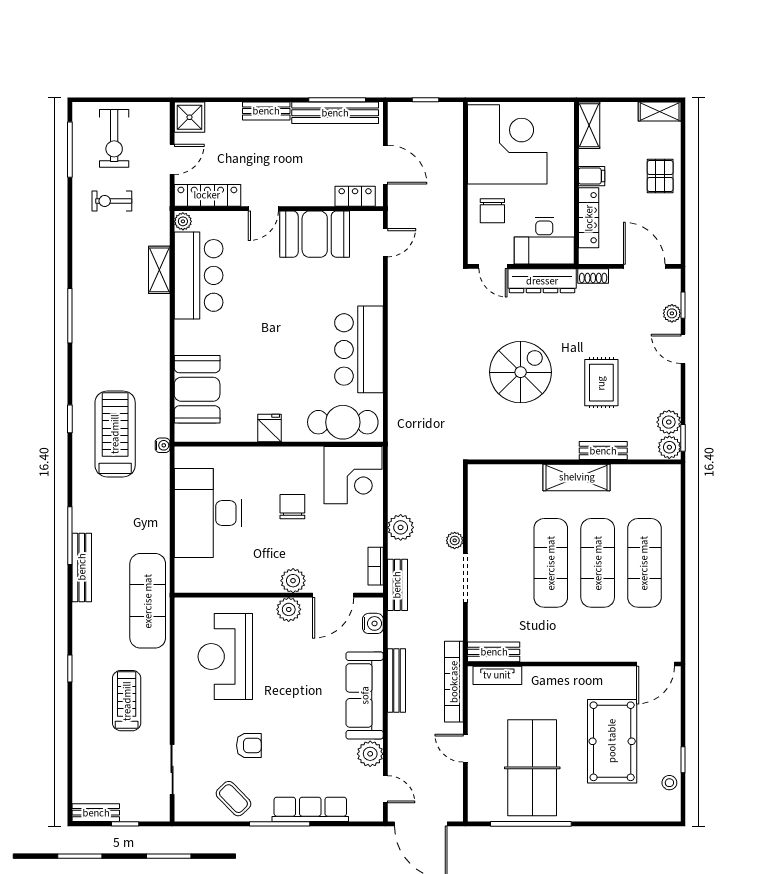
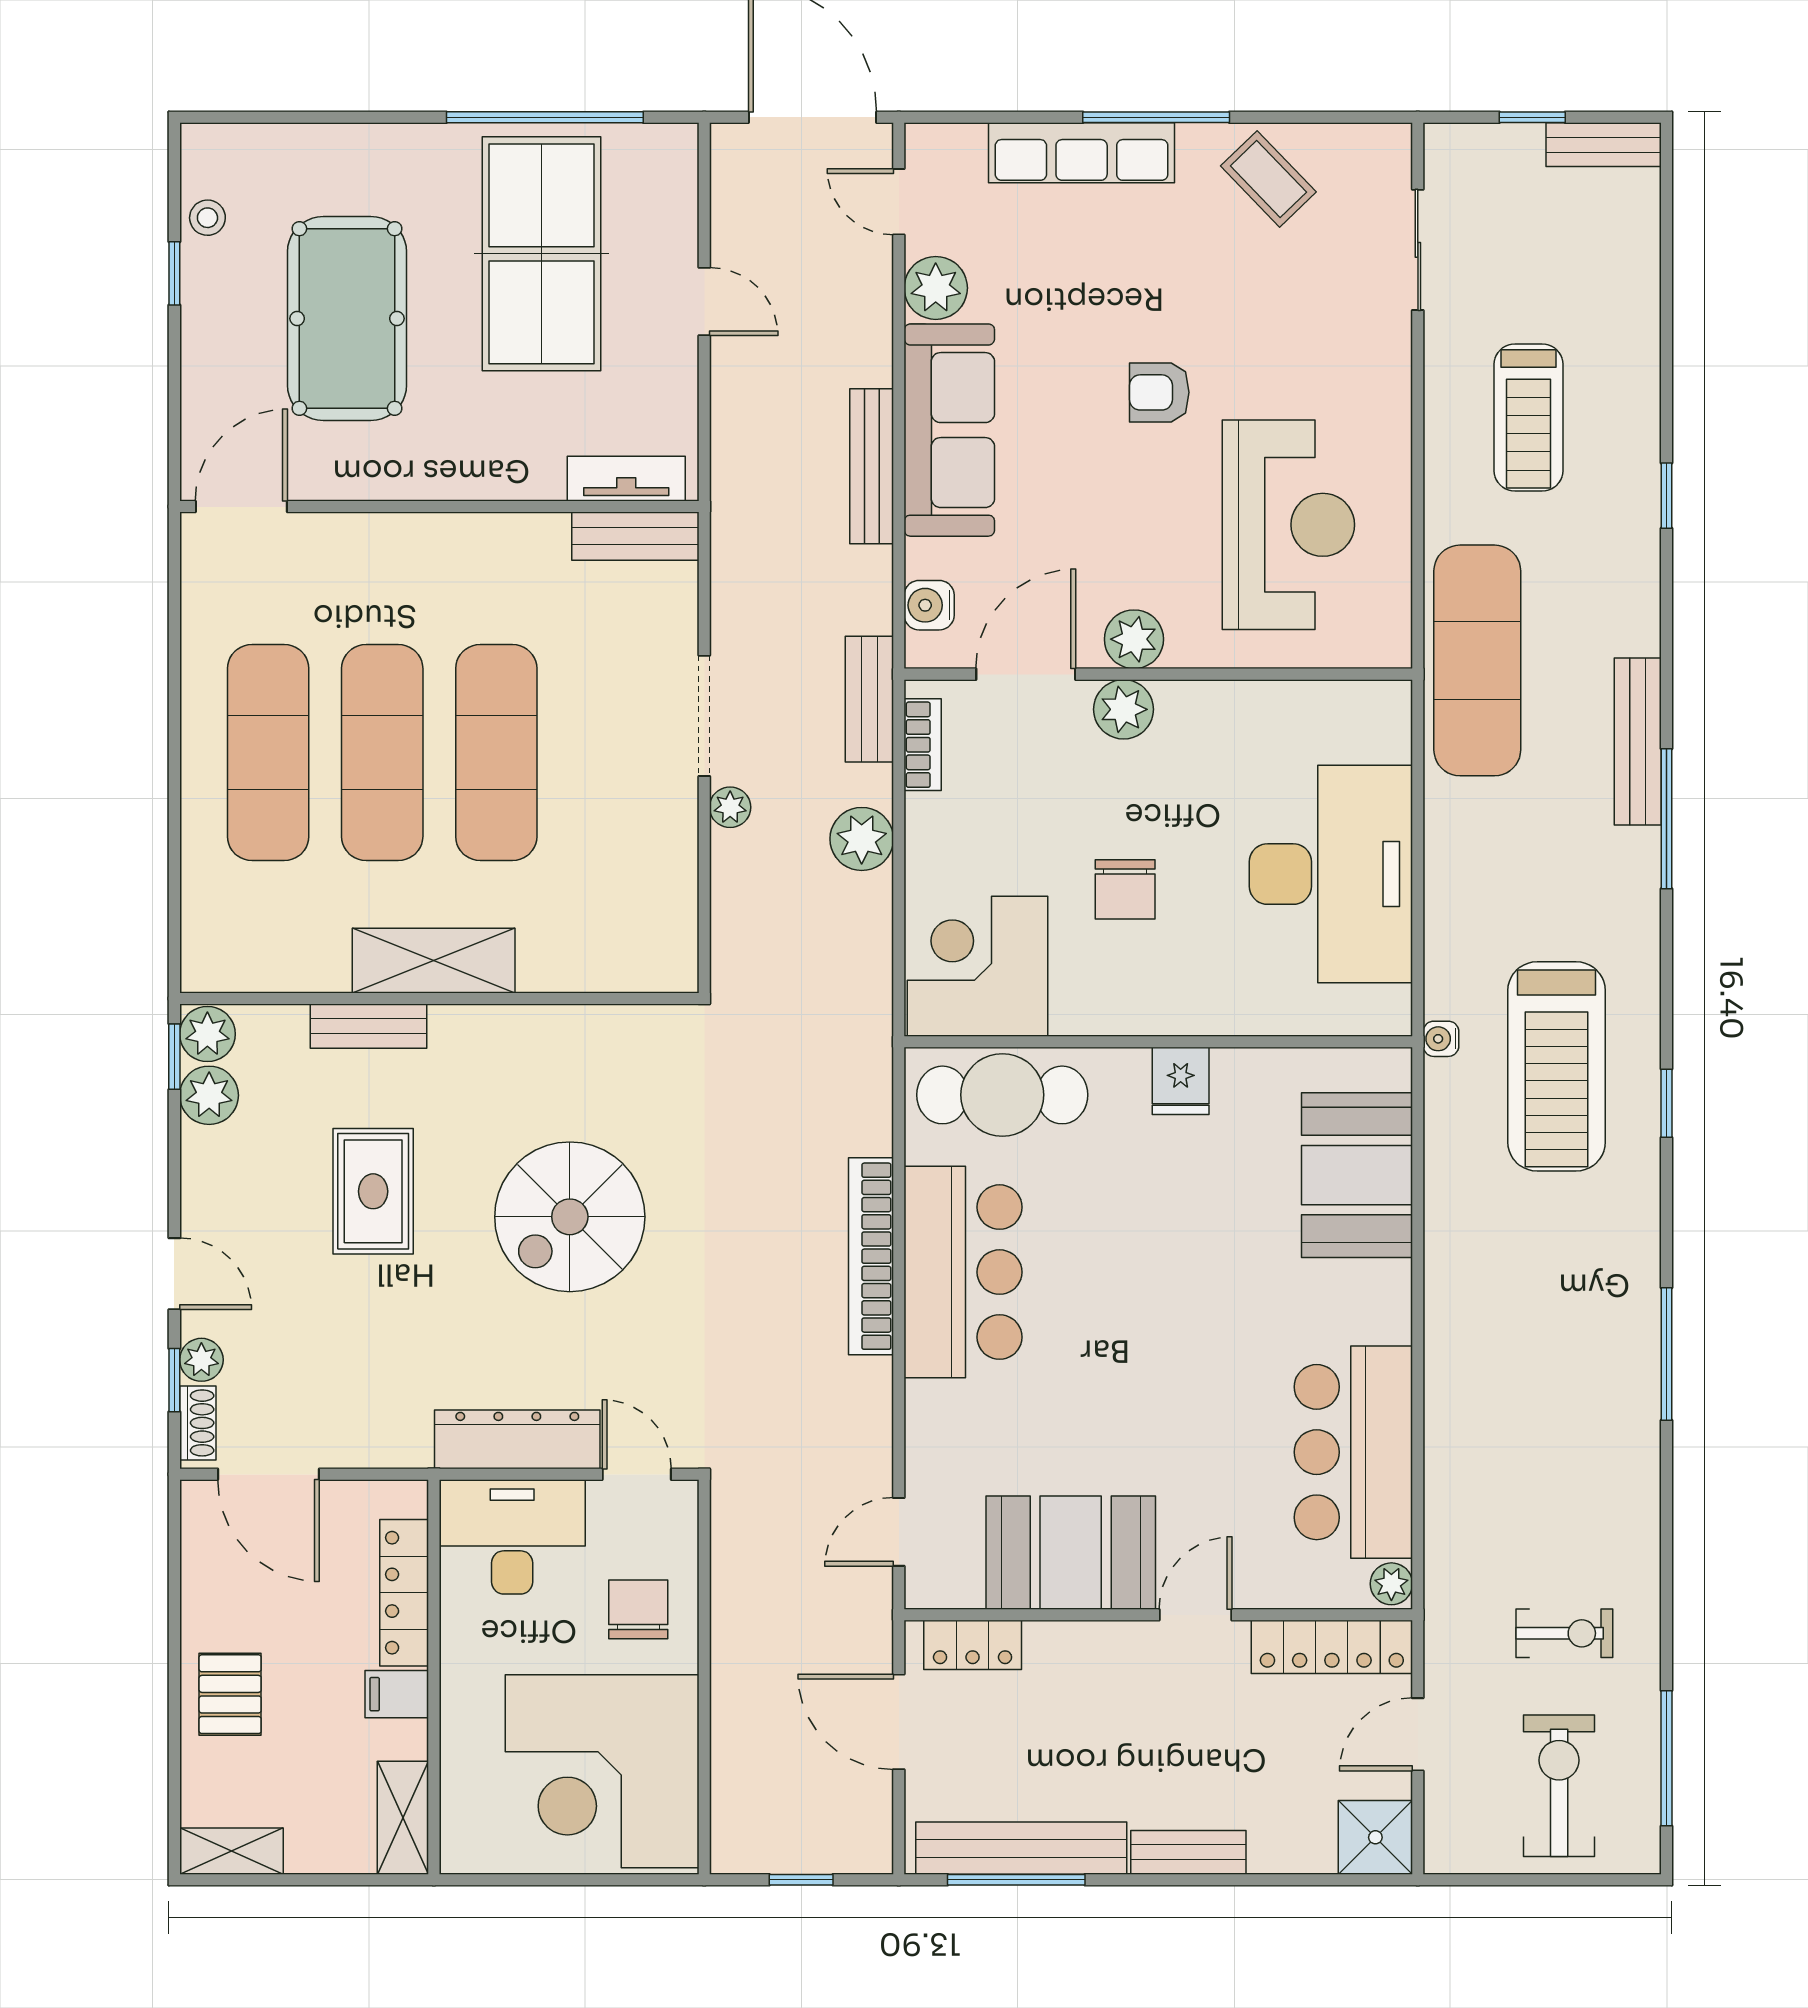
shelving: (159, 270) -> (1449, 1466), removed
shoe rack: (593, 276) -> (198, 1423), moved, turned 90
bookcase: (454, 682) -> (871, 1256), moved, turned 180
armchair: (249, 745) -> (1159, 392), moved

